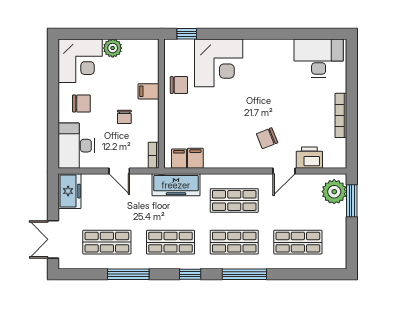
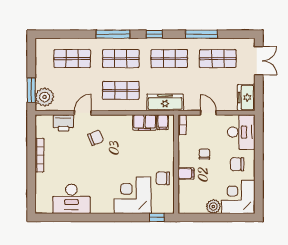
desk: (319, 58) -> (71, 199), moved
filing cabinet: (195, 158) -> (144, 123), width x2.00

